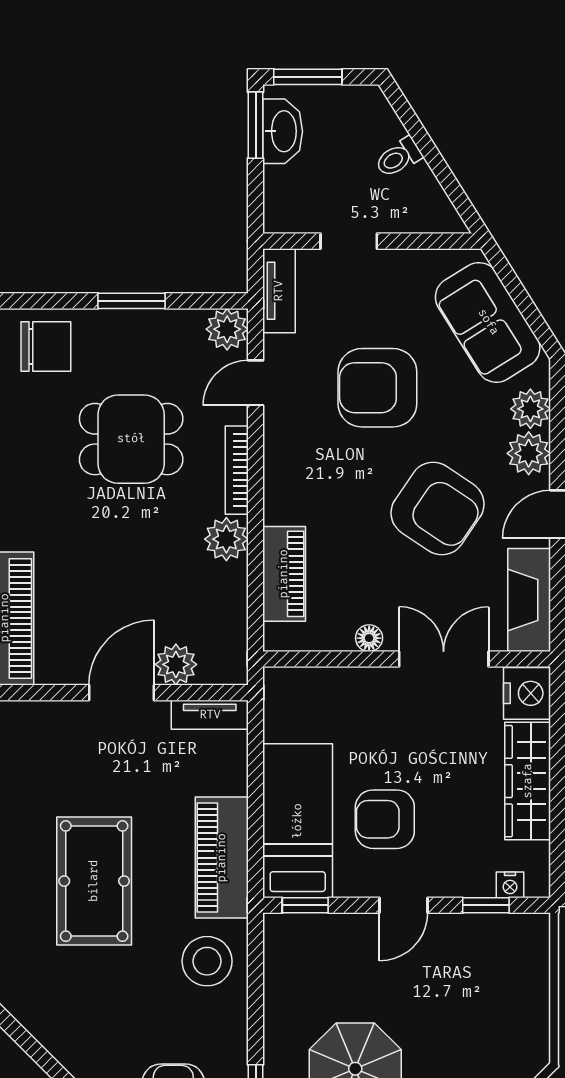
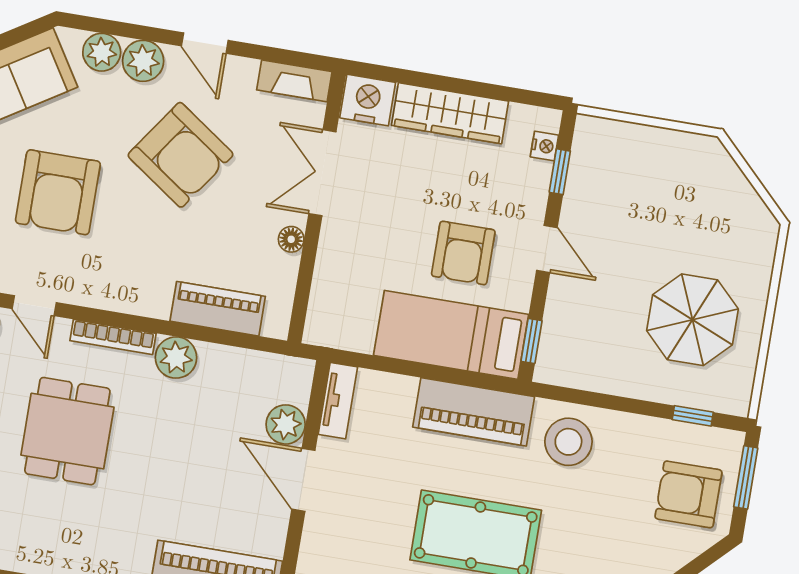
armchair: (438, 509) -> (181, 155), turned 91
fireplace: (529, 600) -> (294, 81), width x0.73, depth x0.76

